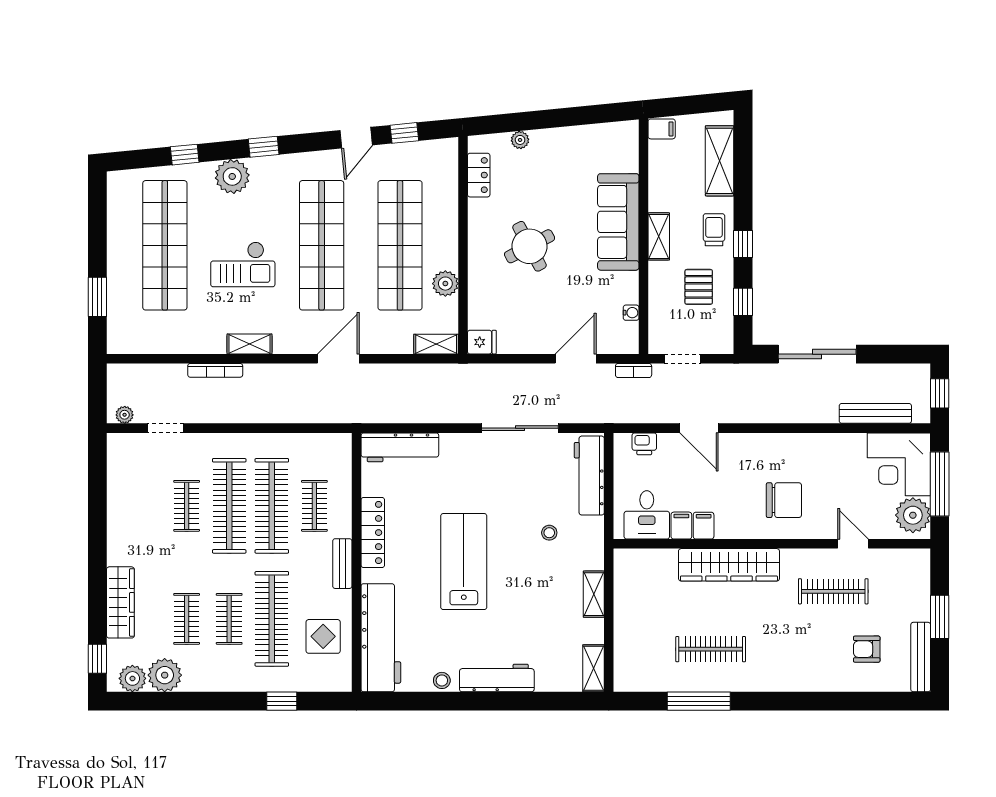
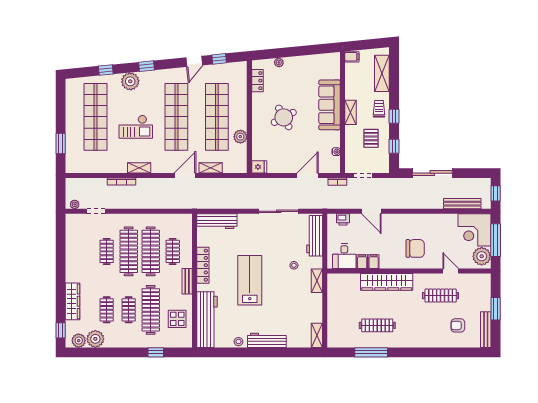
shelving: (436, 344) -> (211, 168), moved
shelving: (594, 594) -> (317, 281), moved

